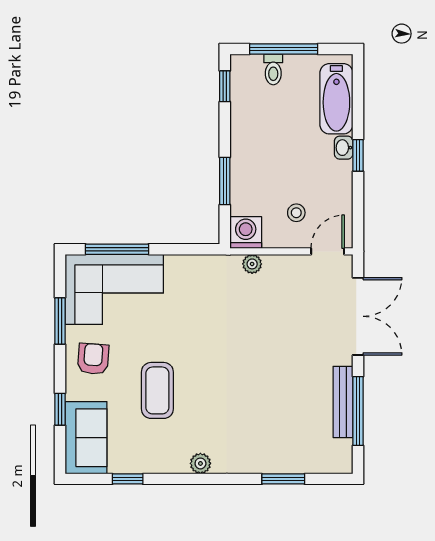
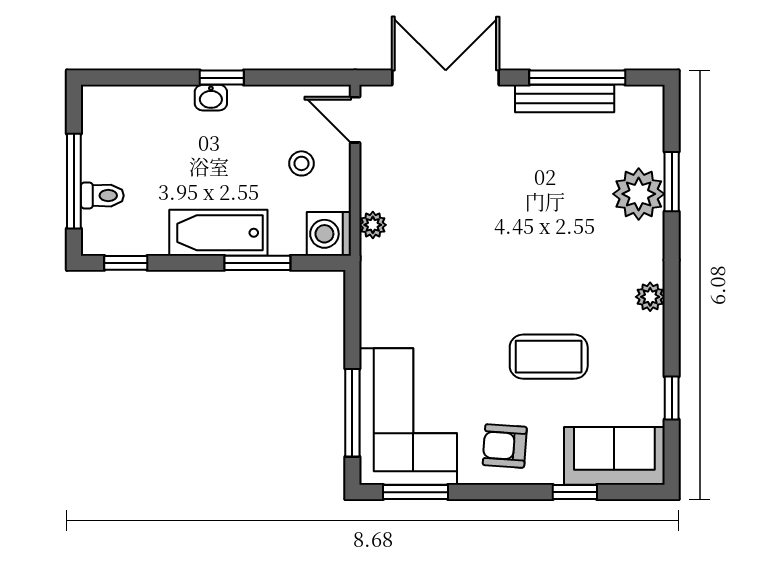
bathtub: (336, 99) -> (218, 233), moved, turned 180
window: (60, 321) -> (415, 492), moved
plant: (274, 455) -> (639, 194), added

